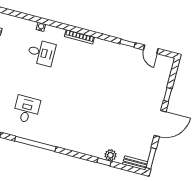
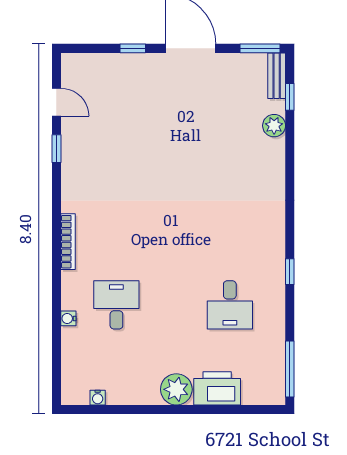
door: (151, 49) -> (56, 102), hinge flipped
desk: (27, 109) -> (230, 305), turned -90
window: (35, 144) -> (290, 272), width x0.32
window: (104, 162) -> (290, 97), moved

